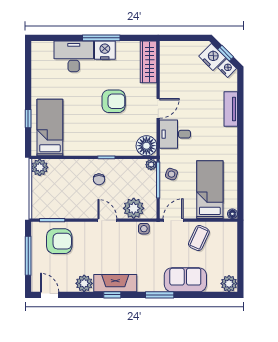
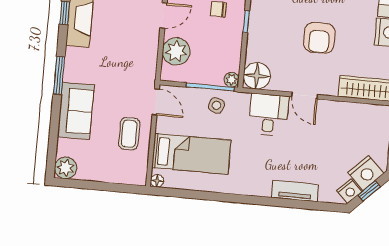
side table: (144, 229) -> (148, 62), removed
coffee table: (199, 238) -> (129, 134), turned 65

